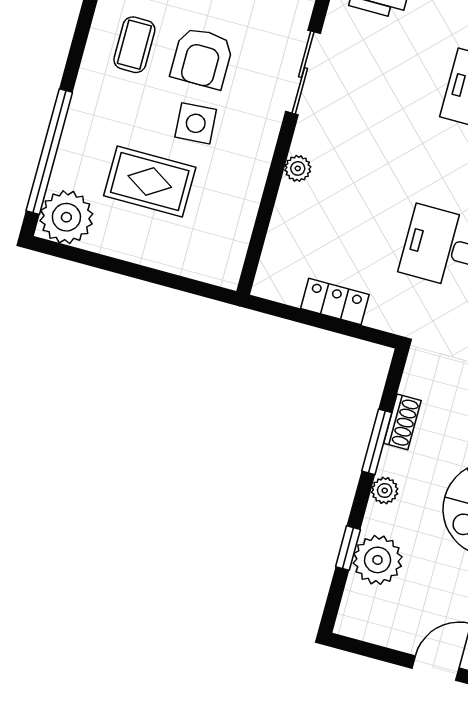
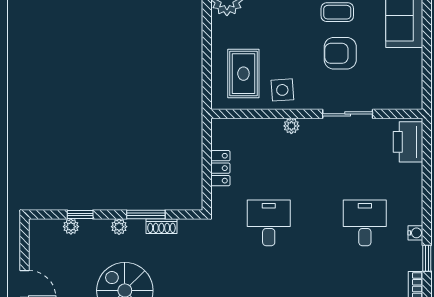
side table: (196, 123) -> (282, 90), moved
rug: (150, 182) -> (243, 74), moved
plant: (378, 560) -> (71, 227), width x0.53, depth x0.53

